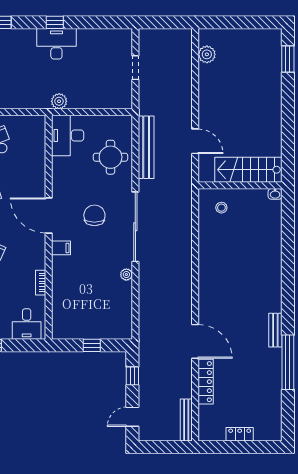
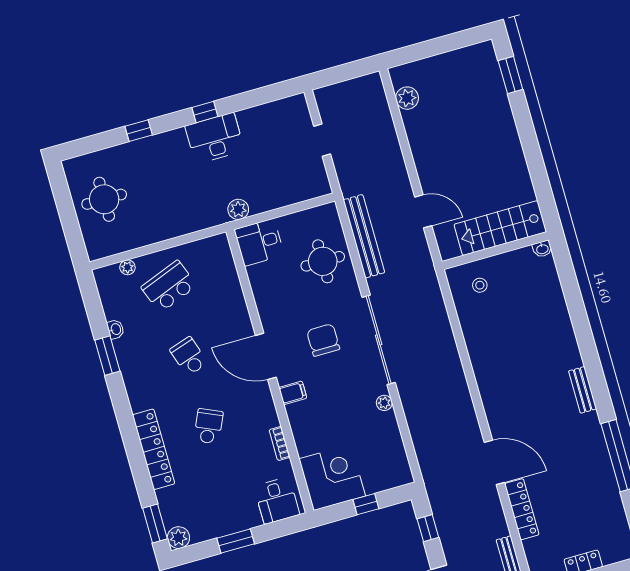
desk: (68, 135) -> (259, 242), width x0.73
corner desk: (72, 319) -> (332, 477), added
bench: (275, 330) -> (583, 390), moved

